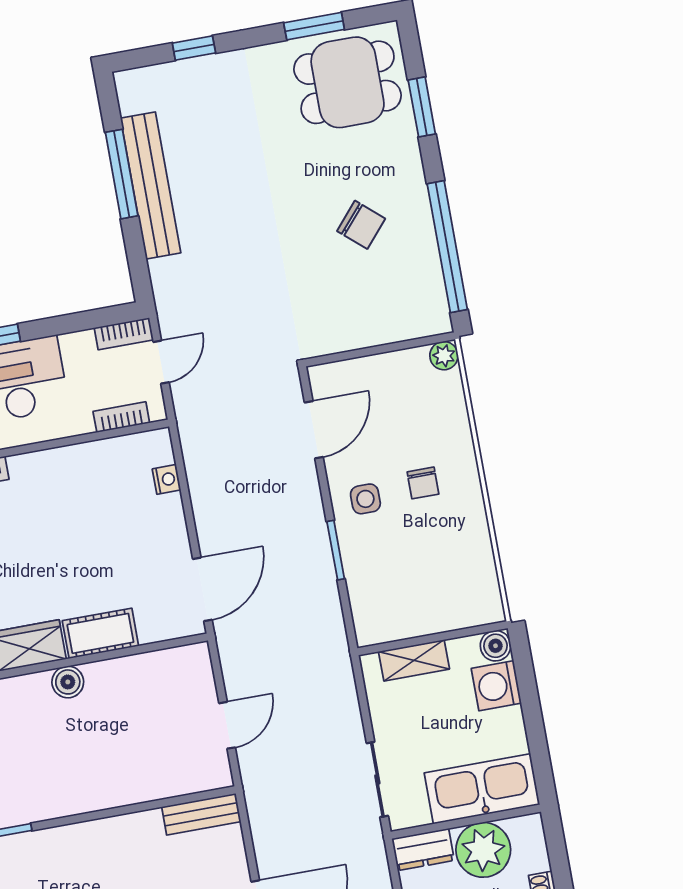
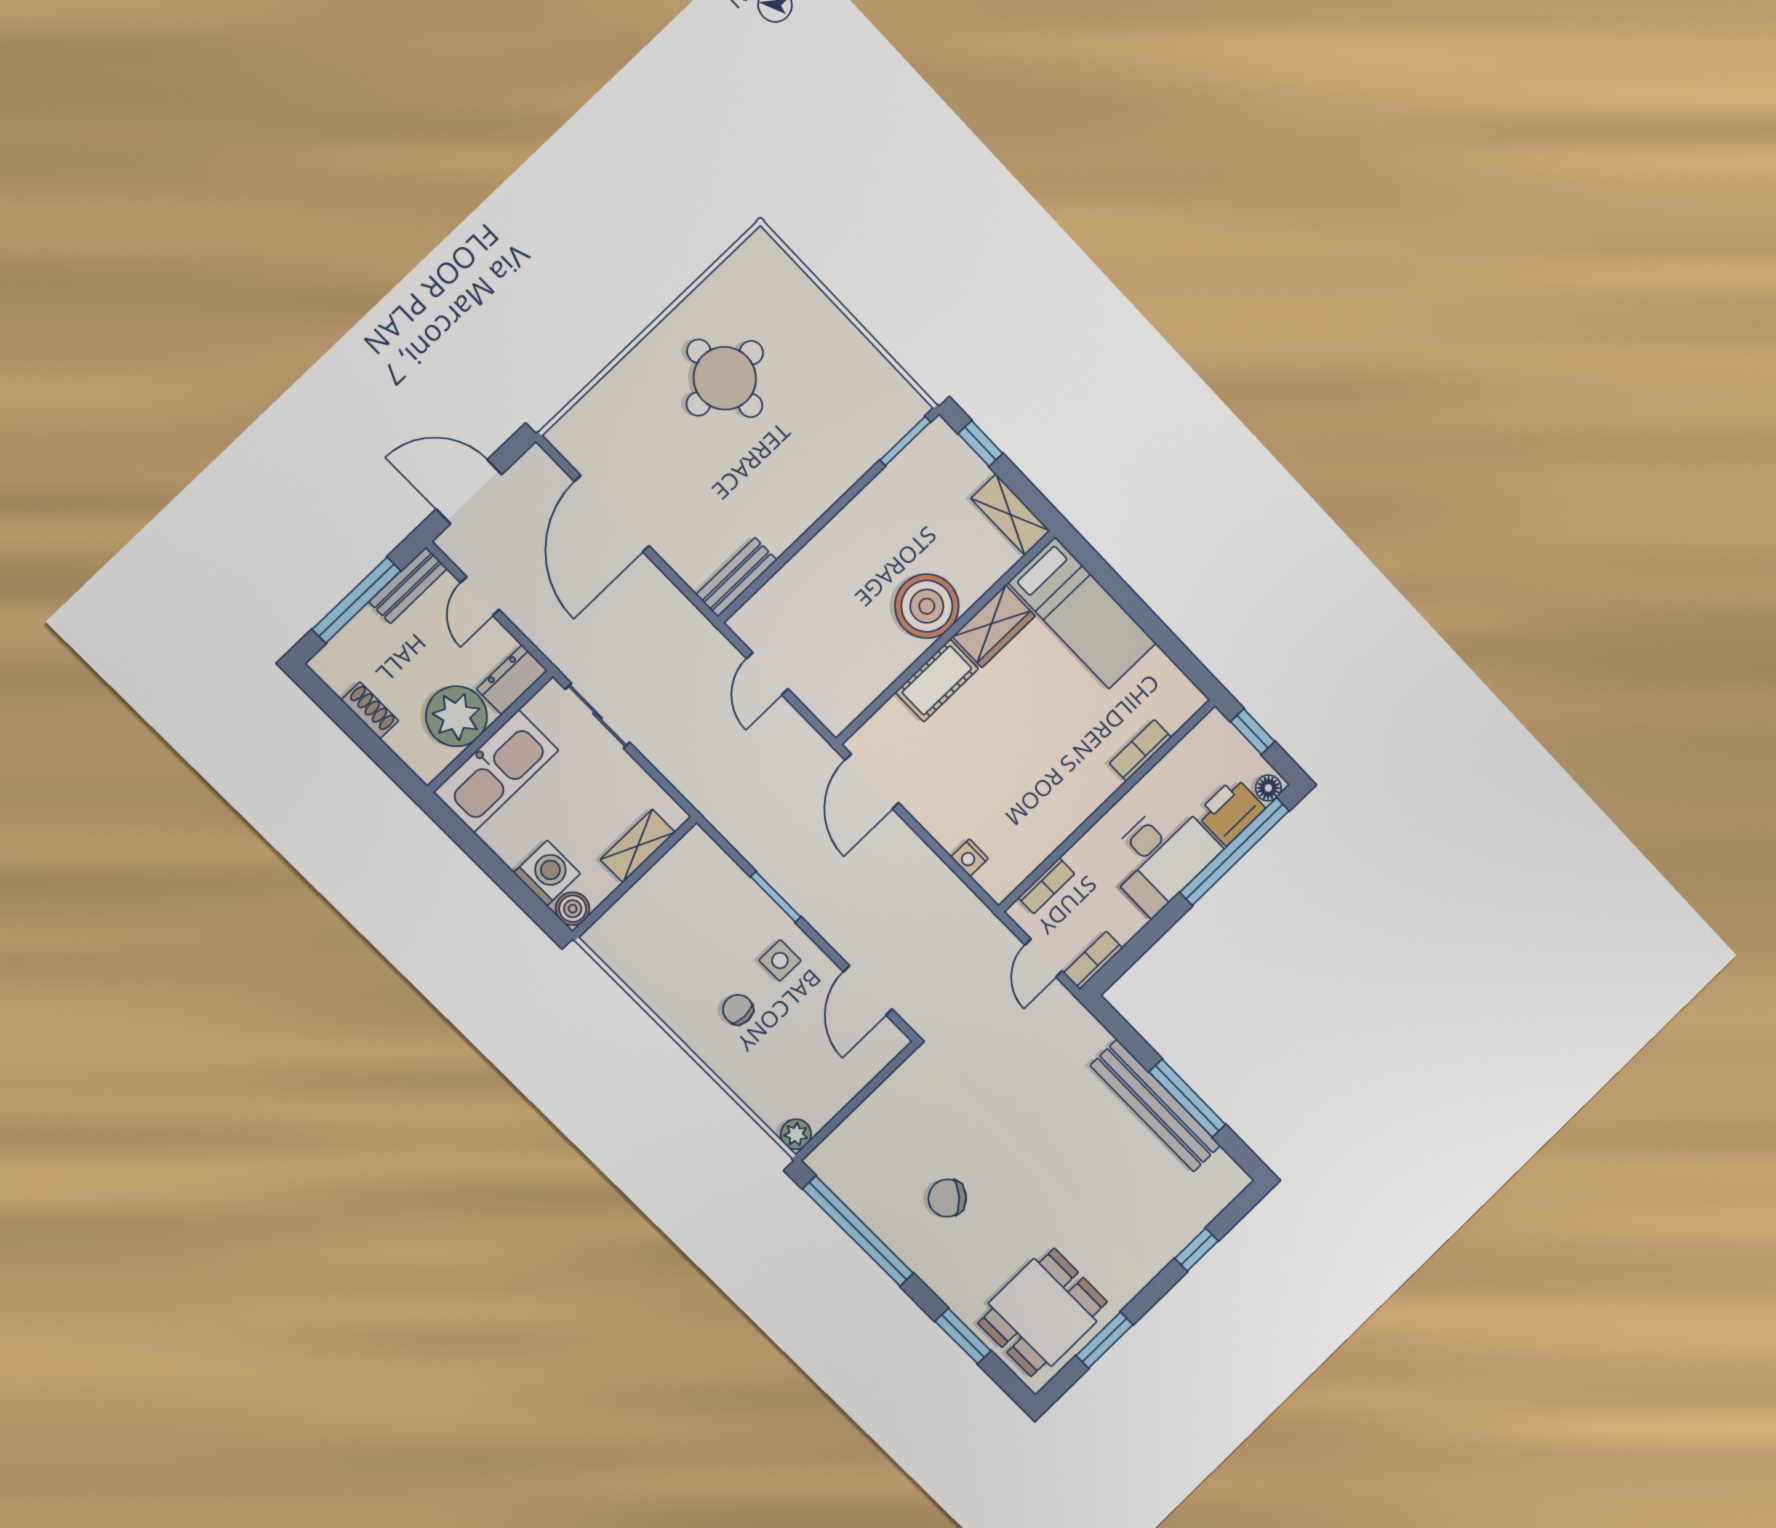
boiler: (68, 682) -> (927, 606), width x1.86, depth x1.86

